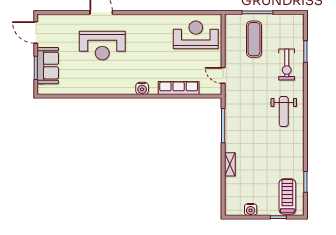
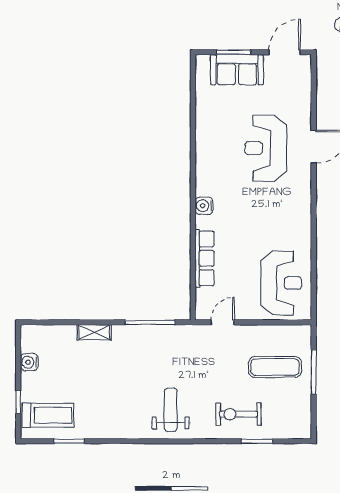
weight bench: (284, 112) -> (171, 410), turned 90

